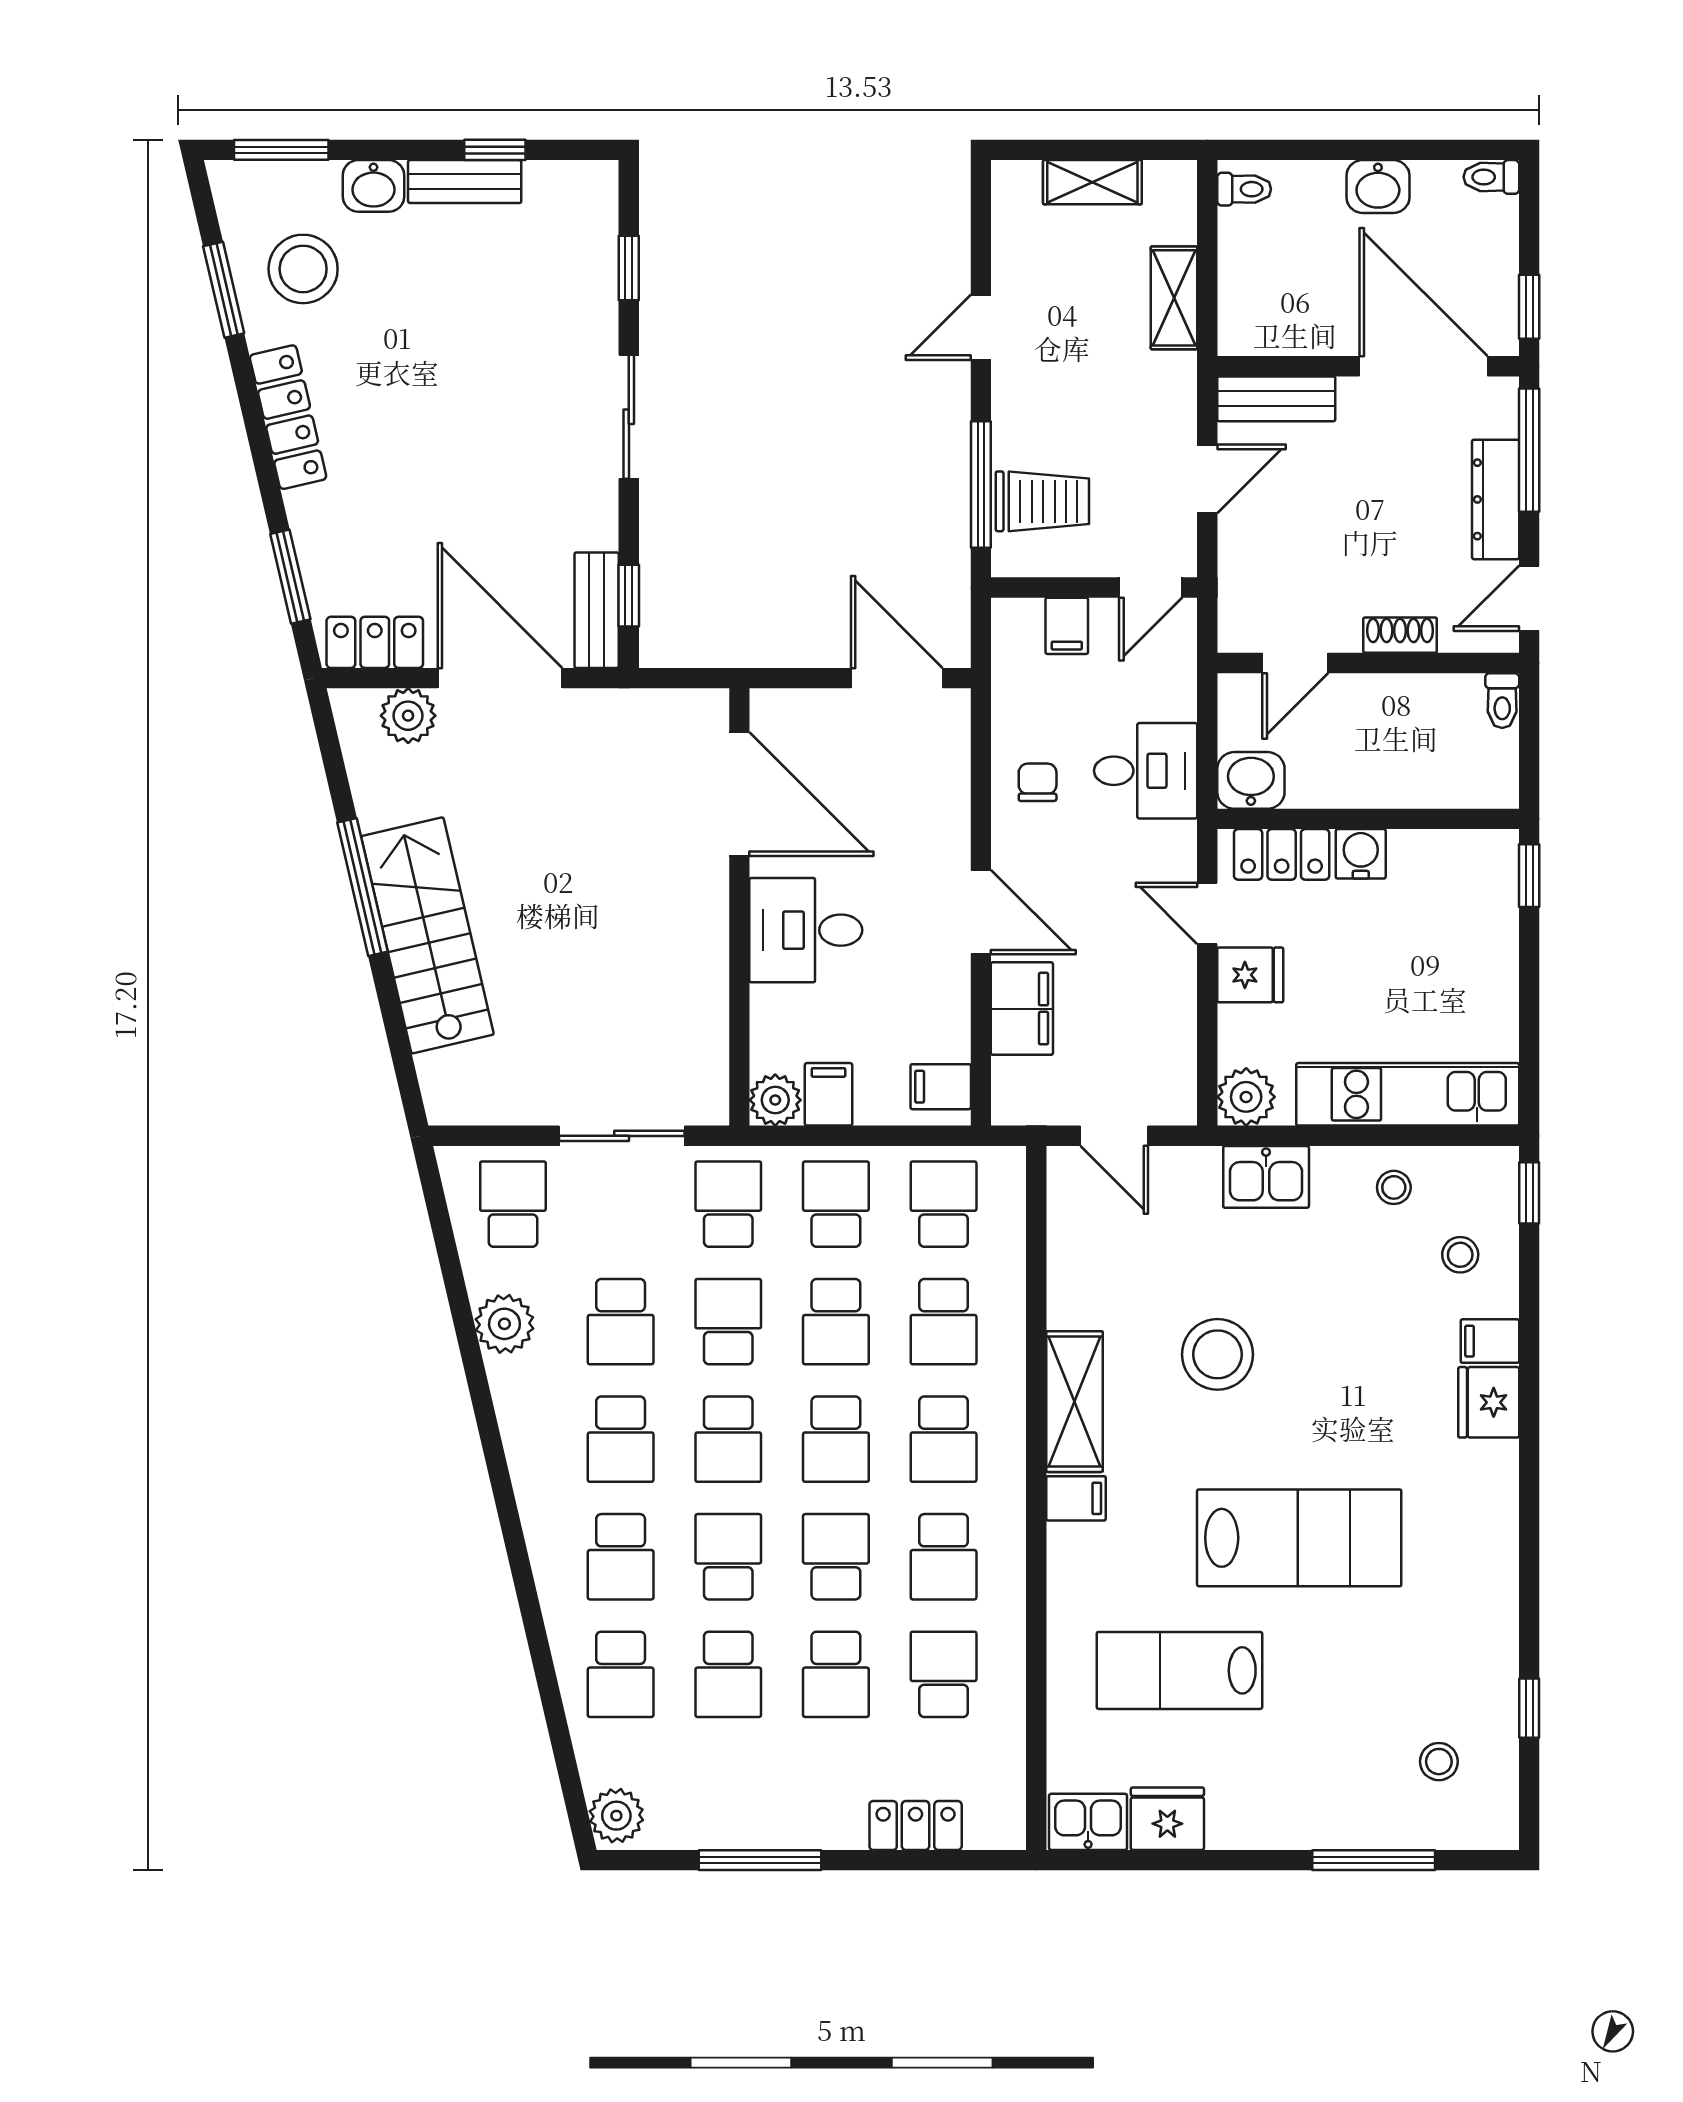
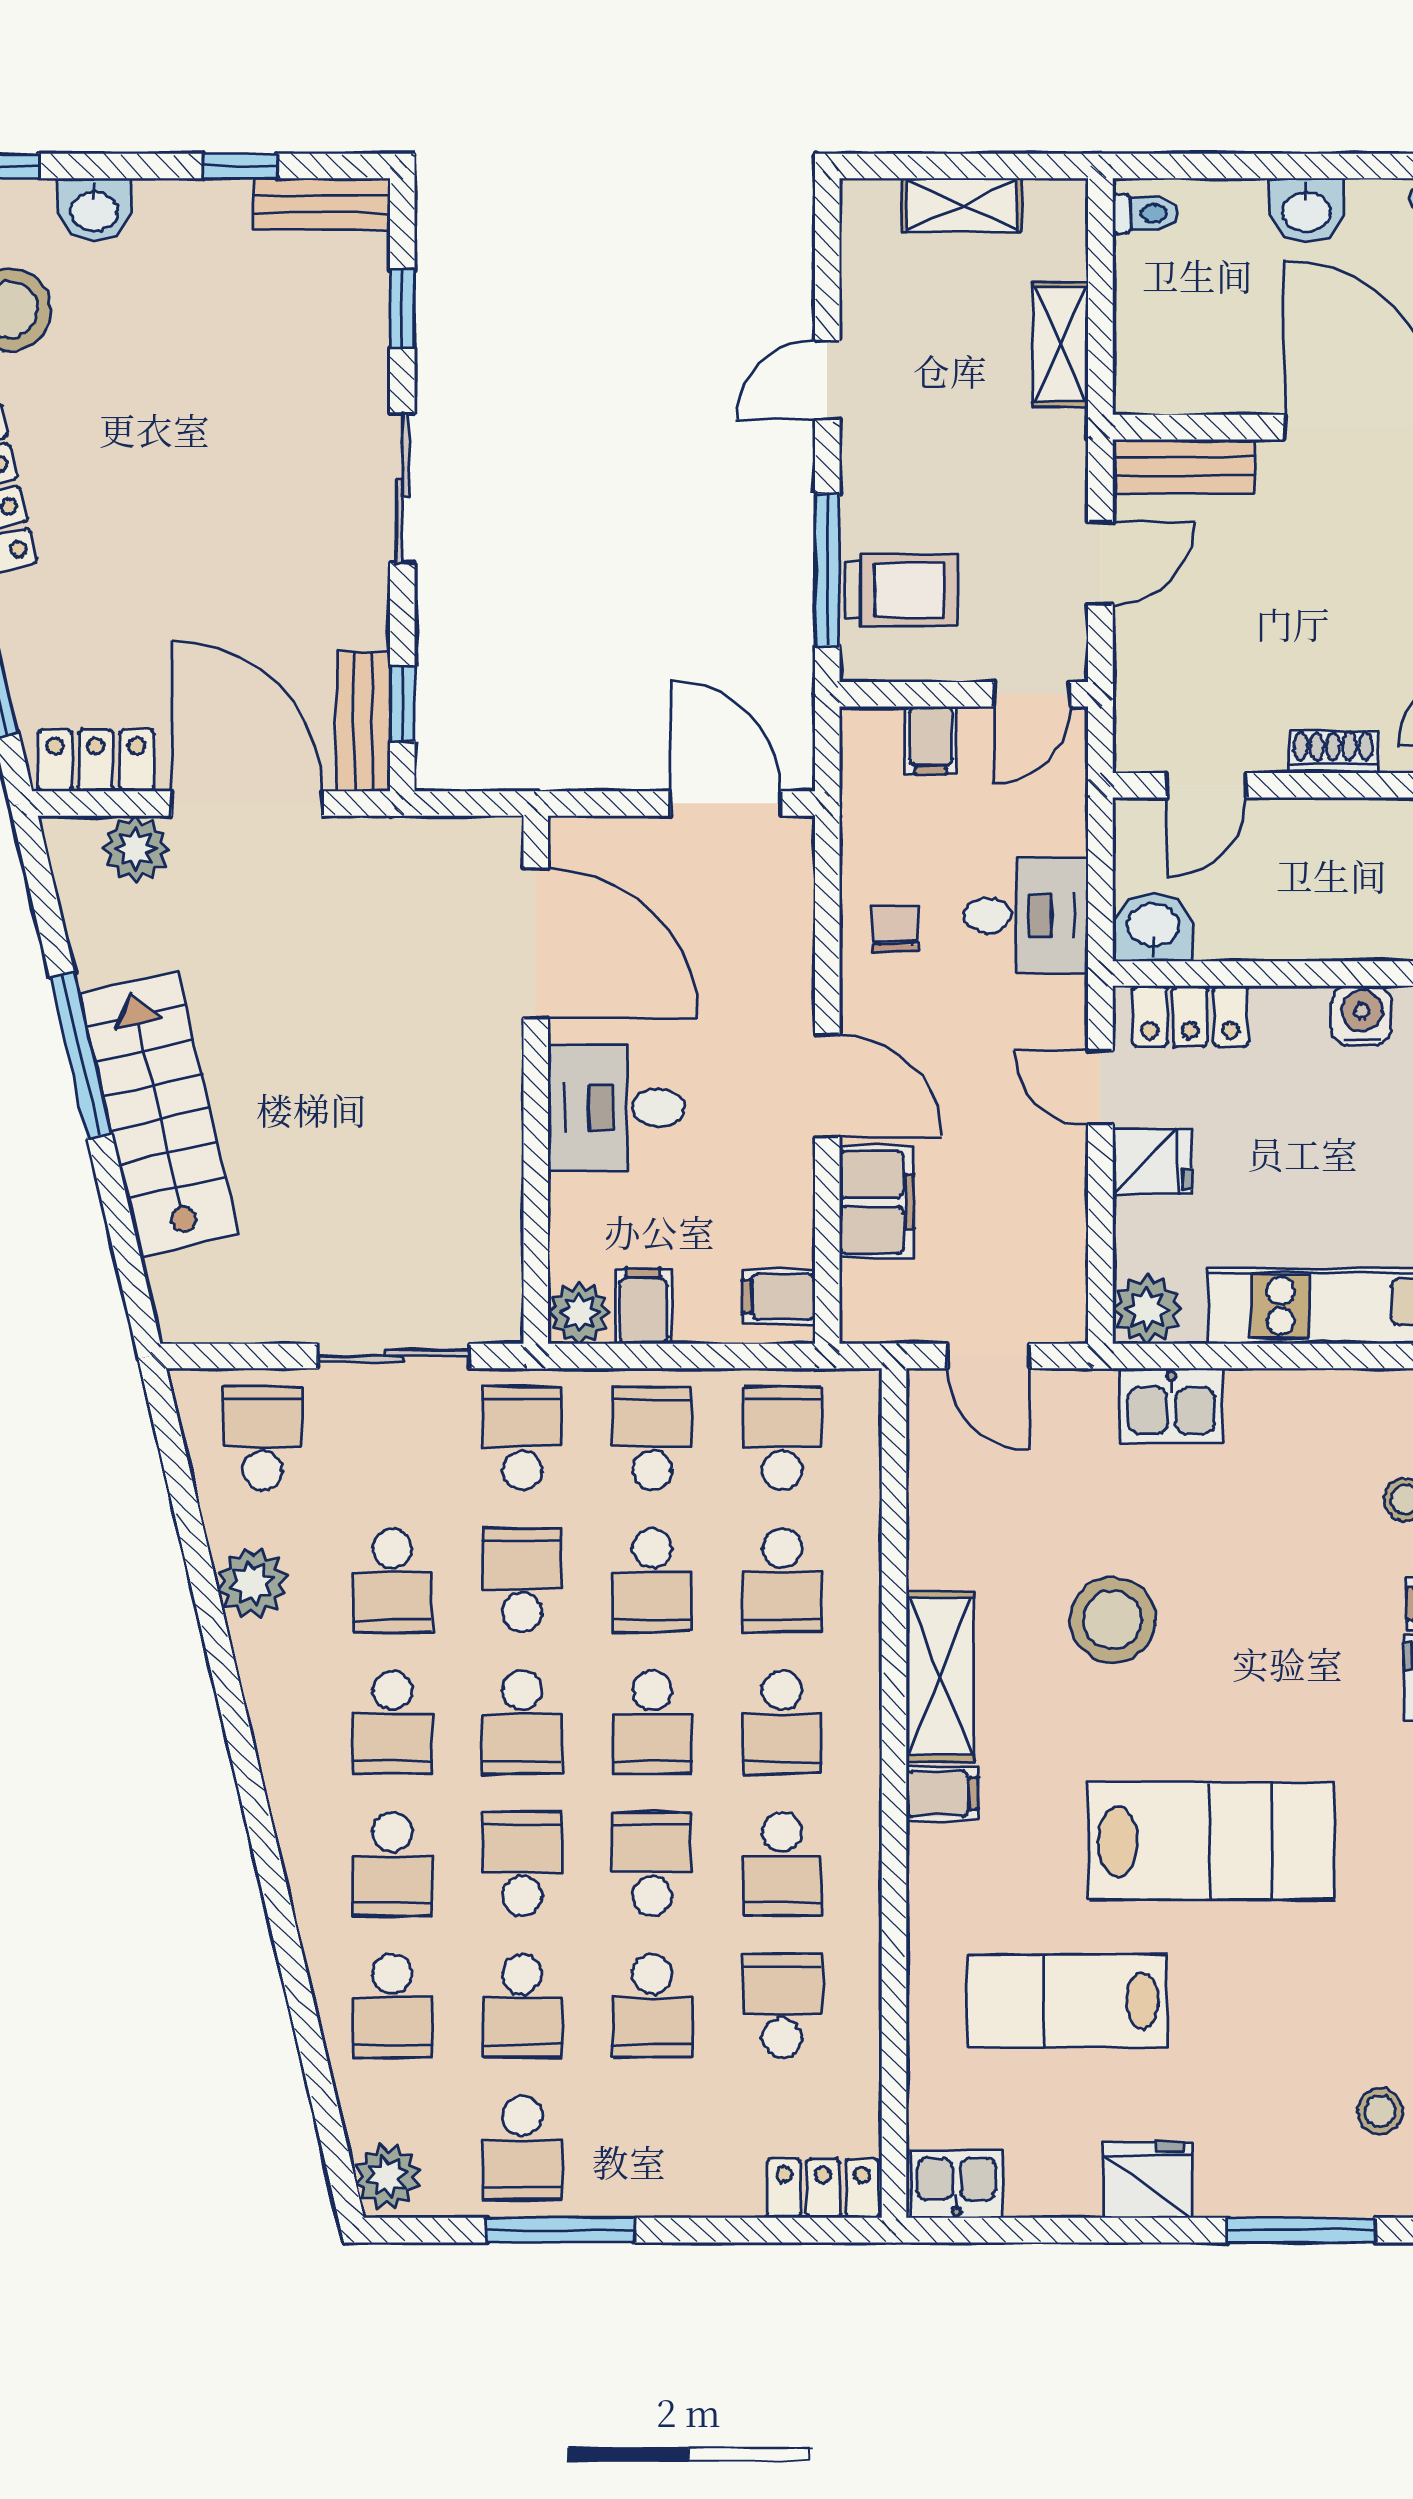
bench: (465, 182) -> (322, 204), moved
water cooler: (1361, 854) -> (1362, 1016), moved
stool: (1394, 1187) -> (1326, 1418), removed
school desk: (728, 1792) -> (522, 2148), added
fridge: (1167, 1819) -> (1147, 2180), moved
locker: (916, 1826) -> (823, 2188), moved

